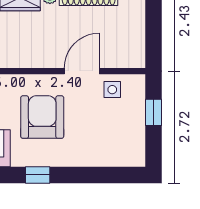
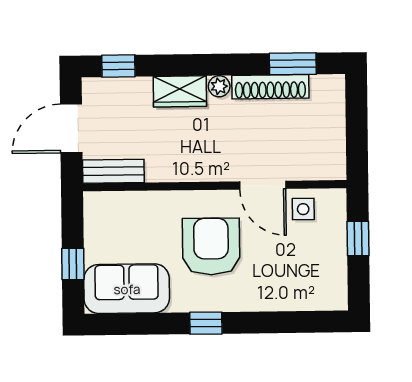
door: (82, 71) -> (263, 185), swing flipped

